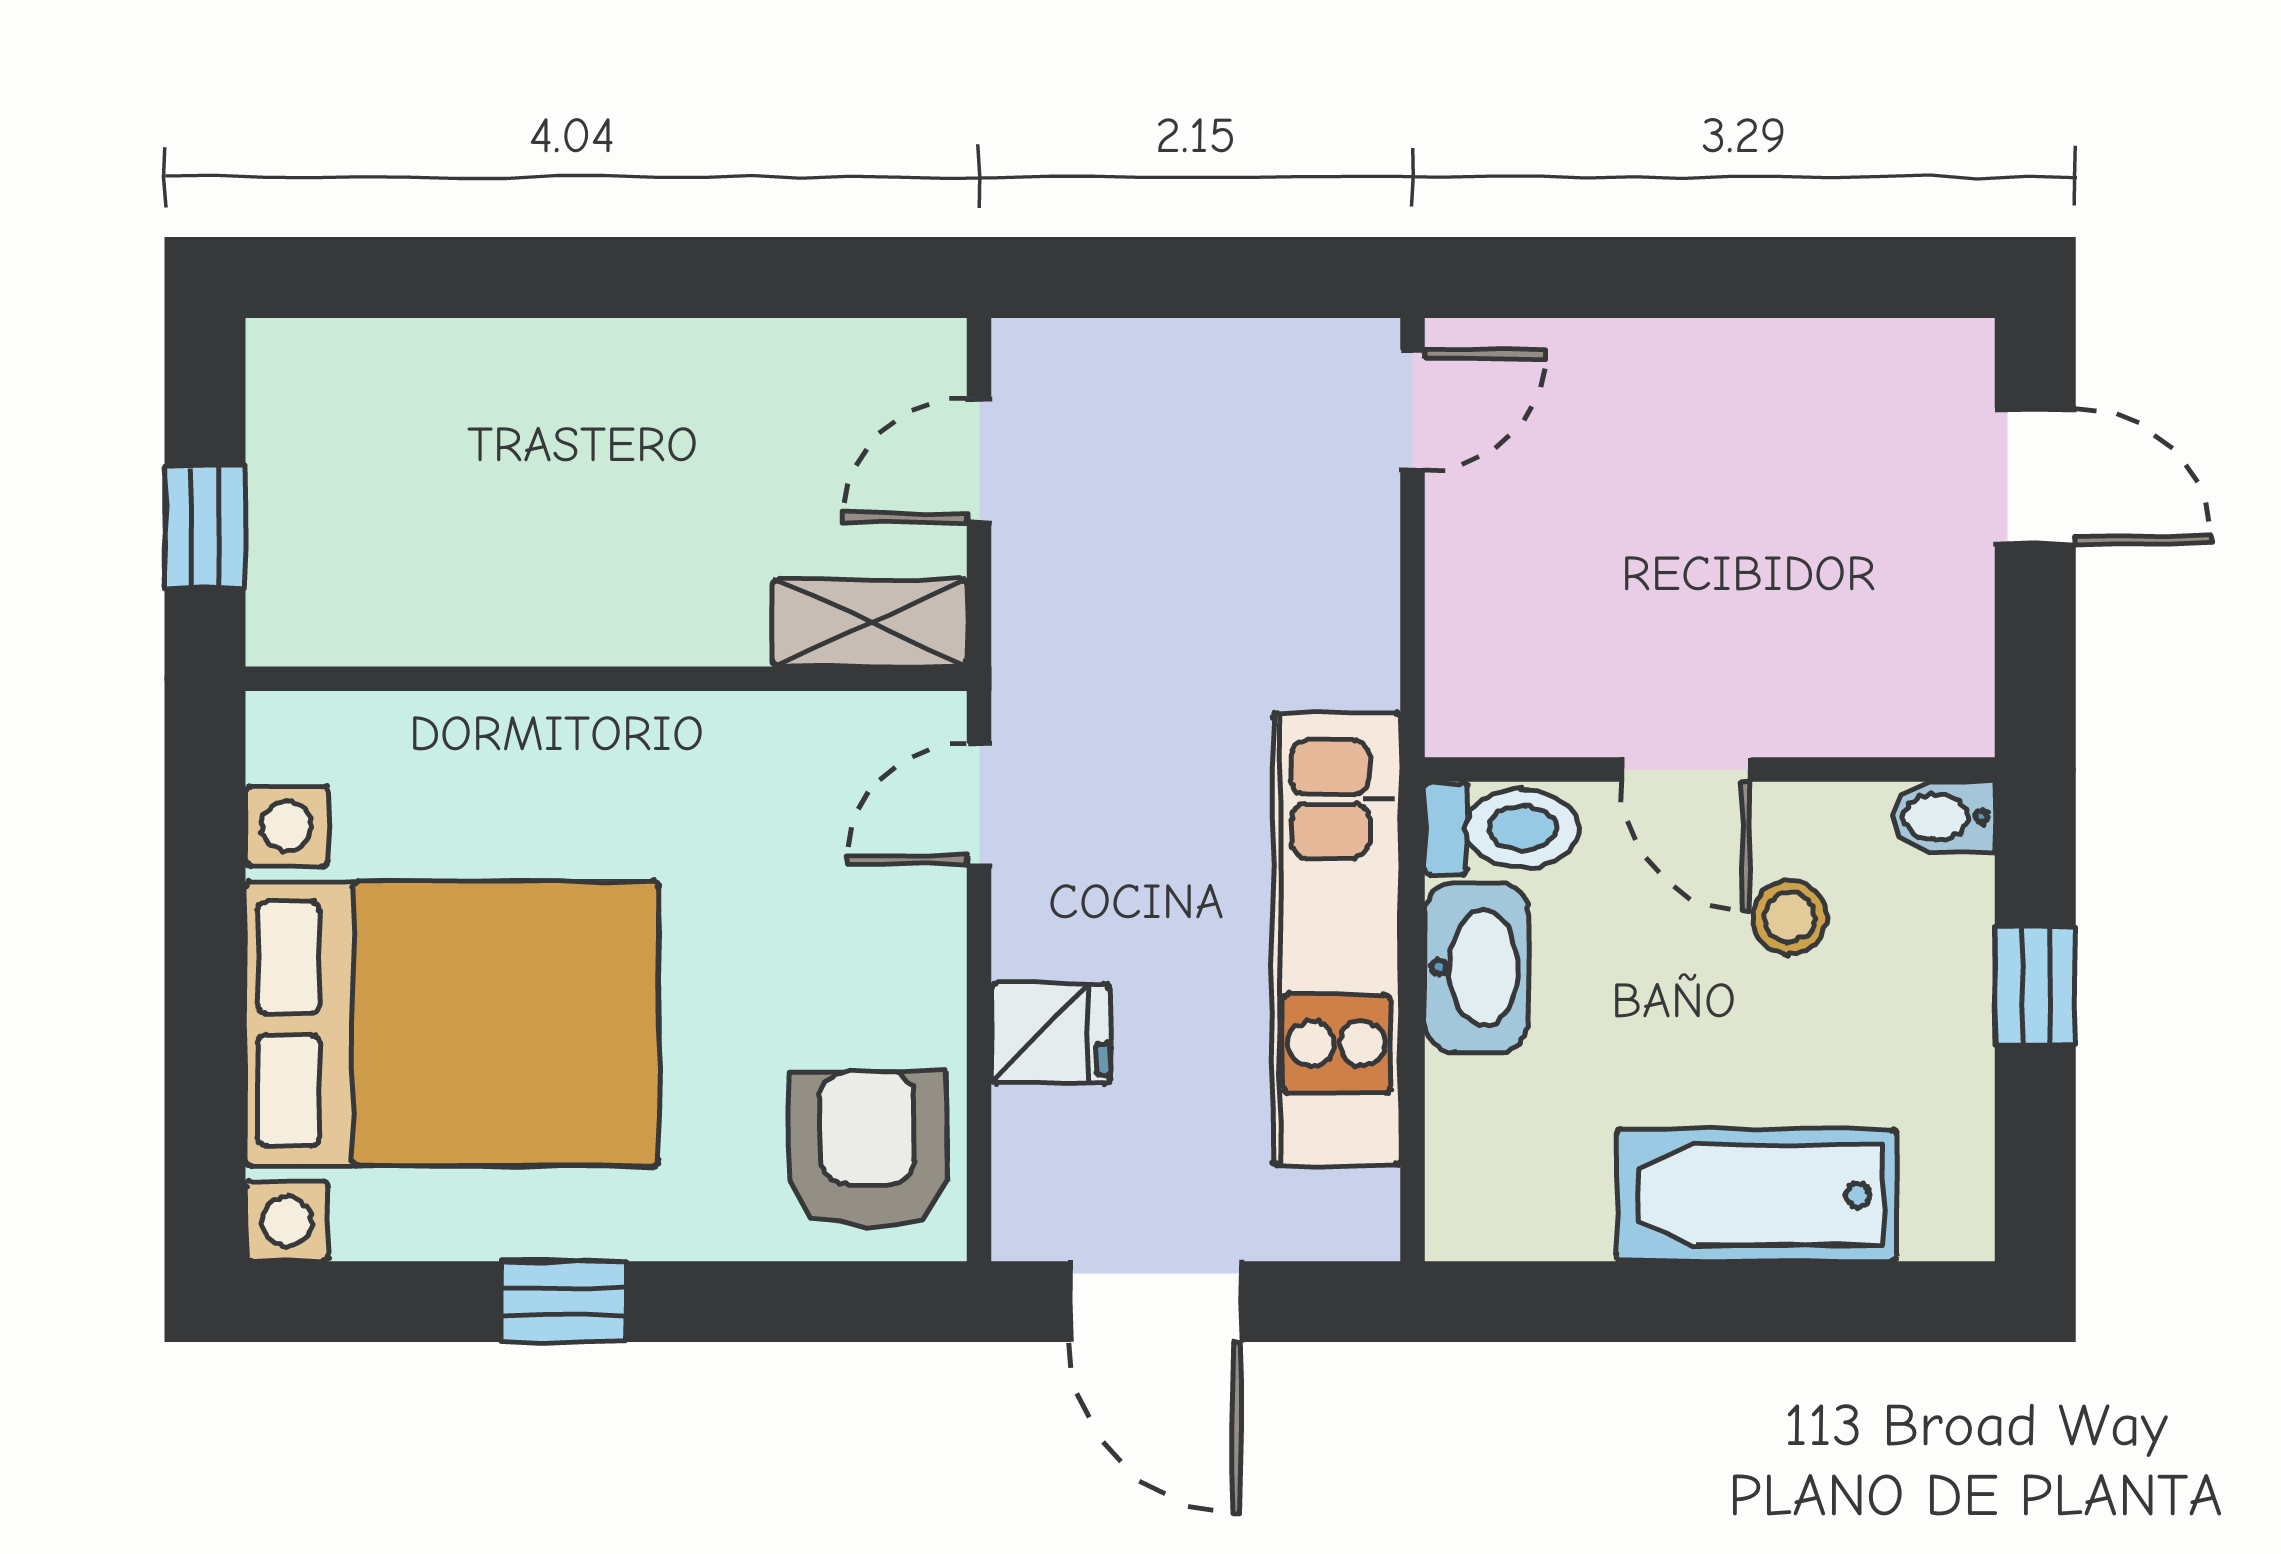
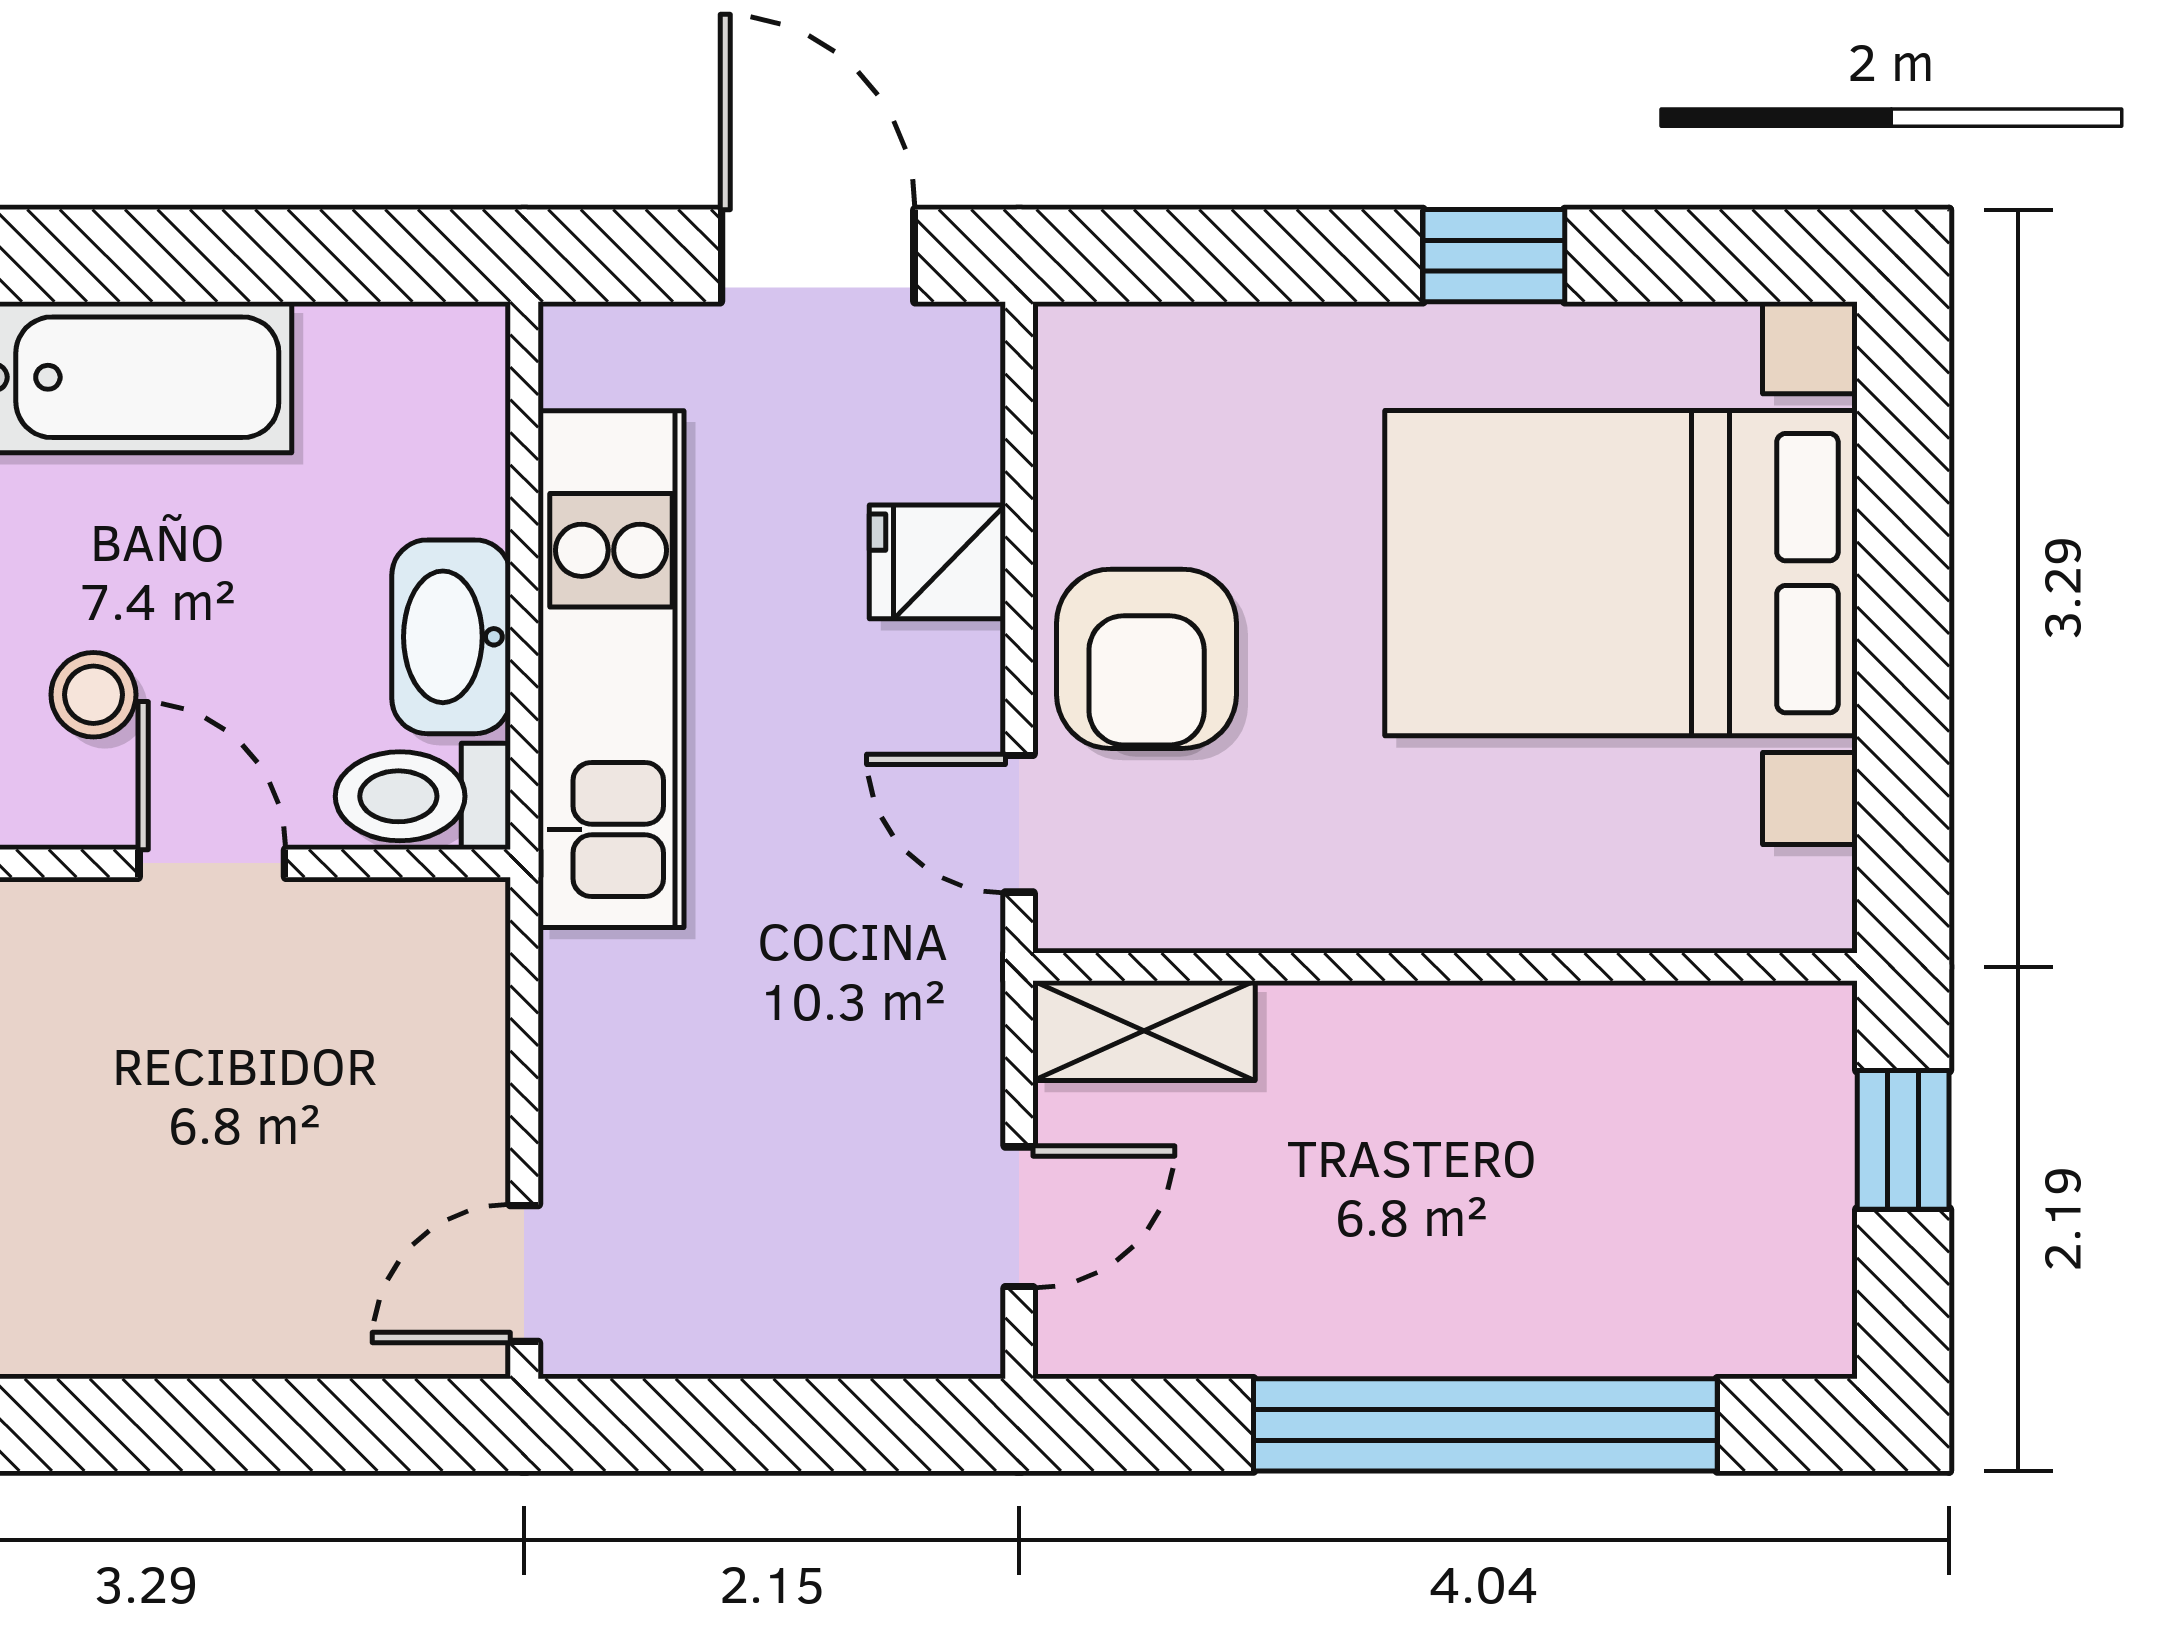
window: (571, 278) -> (1485, 1425), added
door: (979, 804) -> (1019, 824), swing flipped
armchair: (868, 1150) -> (1147, 659), moved

